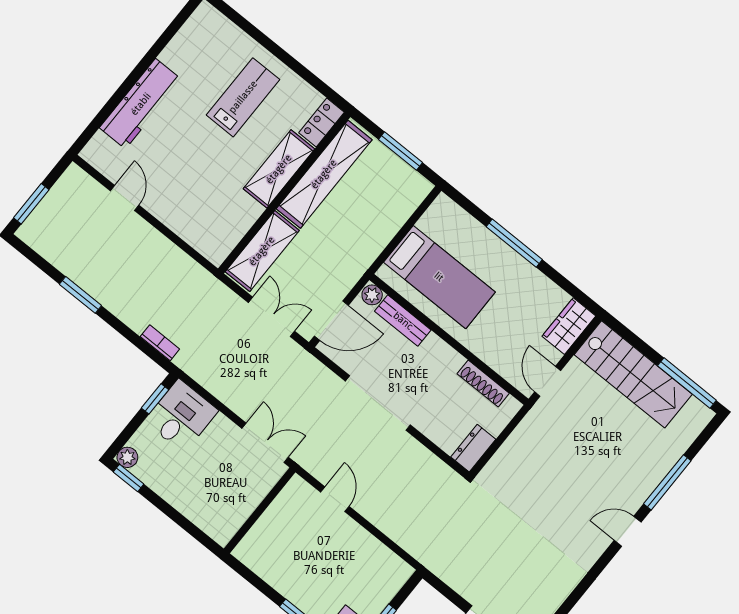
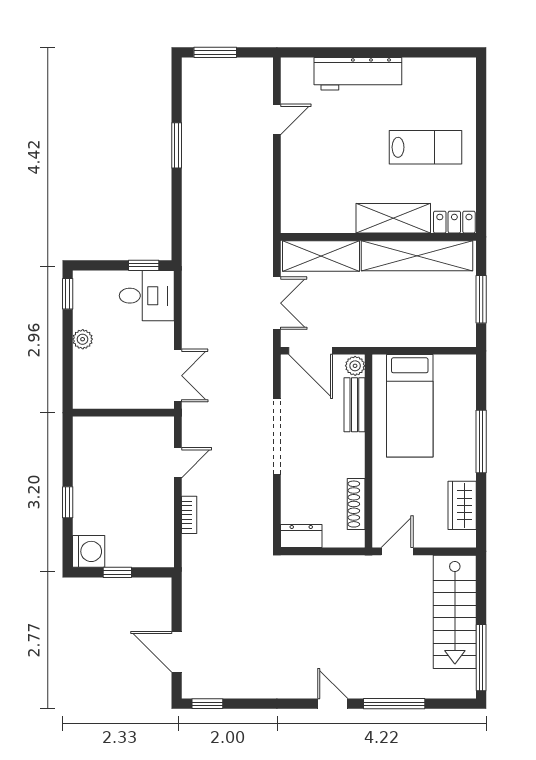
wardrobe: (569, 326) -> (462, 505), moved, turned -90
bookcase: (160, 343) -> (189, 515), moved
plant: (127, 457) -> (83, 339), moved

